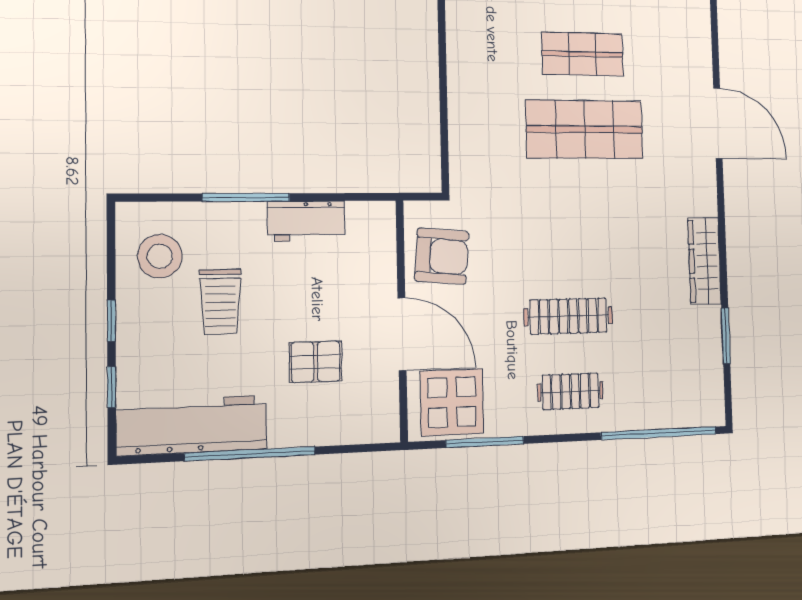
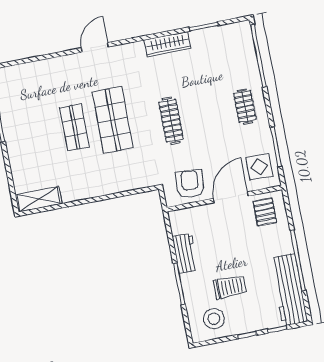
door: (718, 123) -> (95, 47), width x0.73
clothes rail: (568, 316) -> (171, 121), moved
pallet: (316, 362) -> (265, 212), moved
display table: (452, 402) -> (259, 167), width x0.73, depth x0.73

